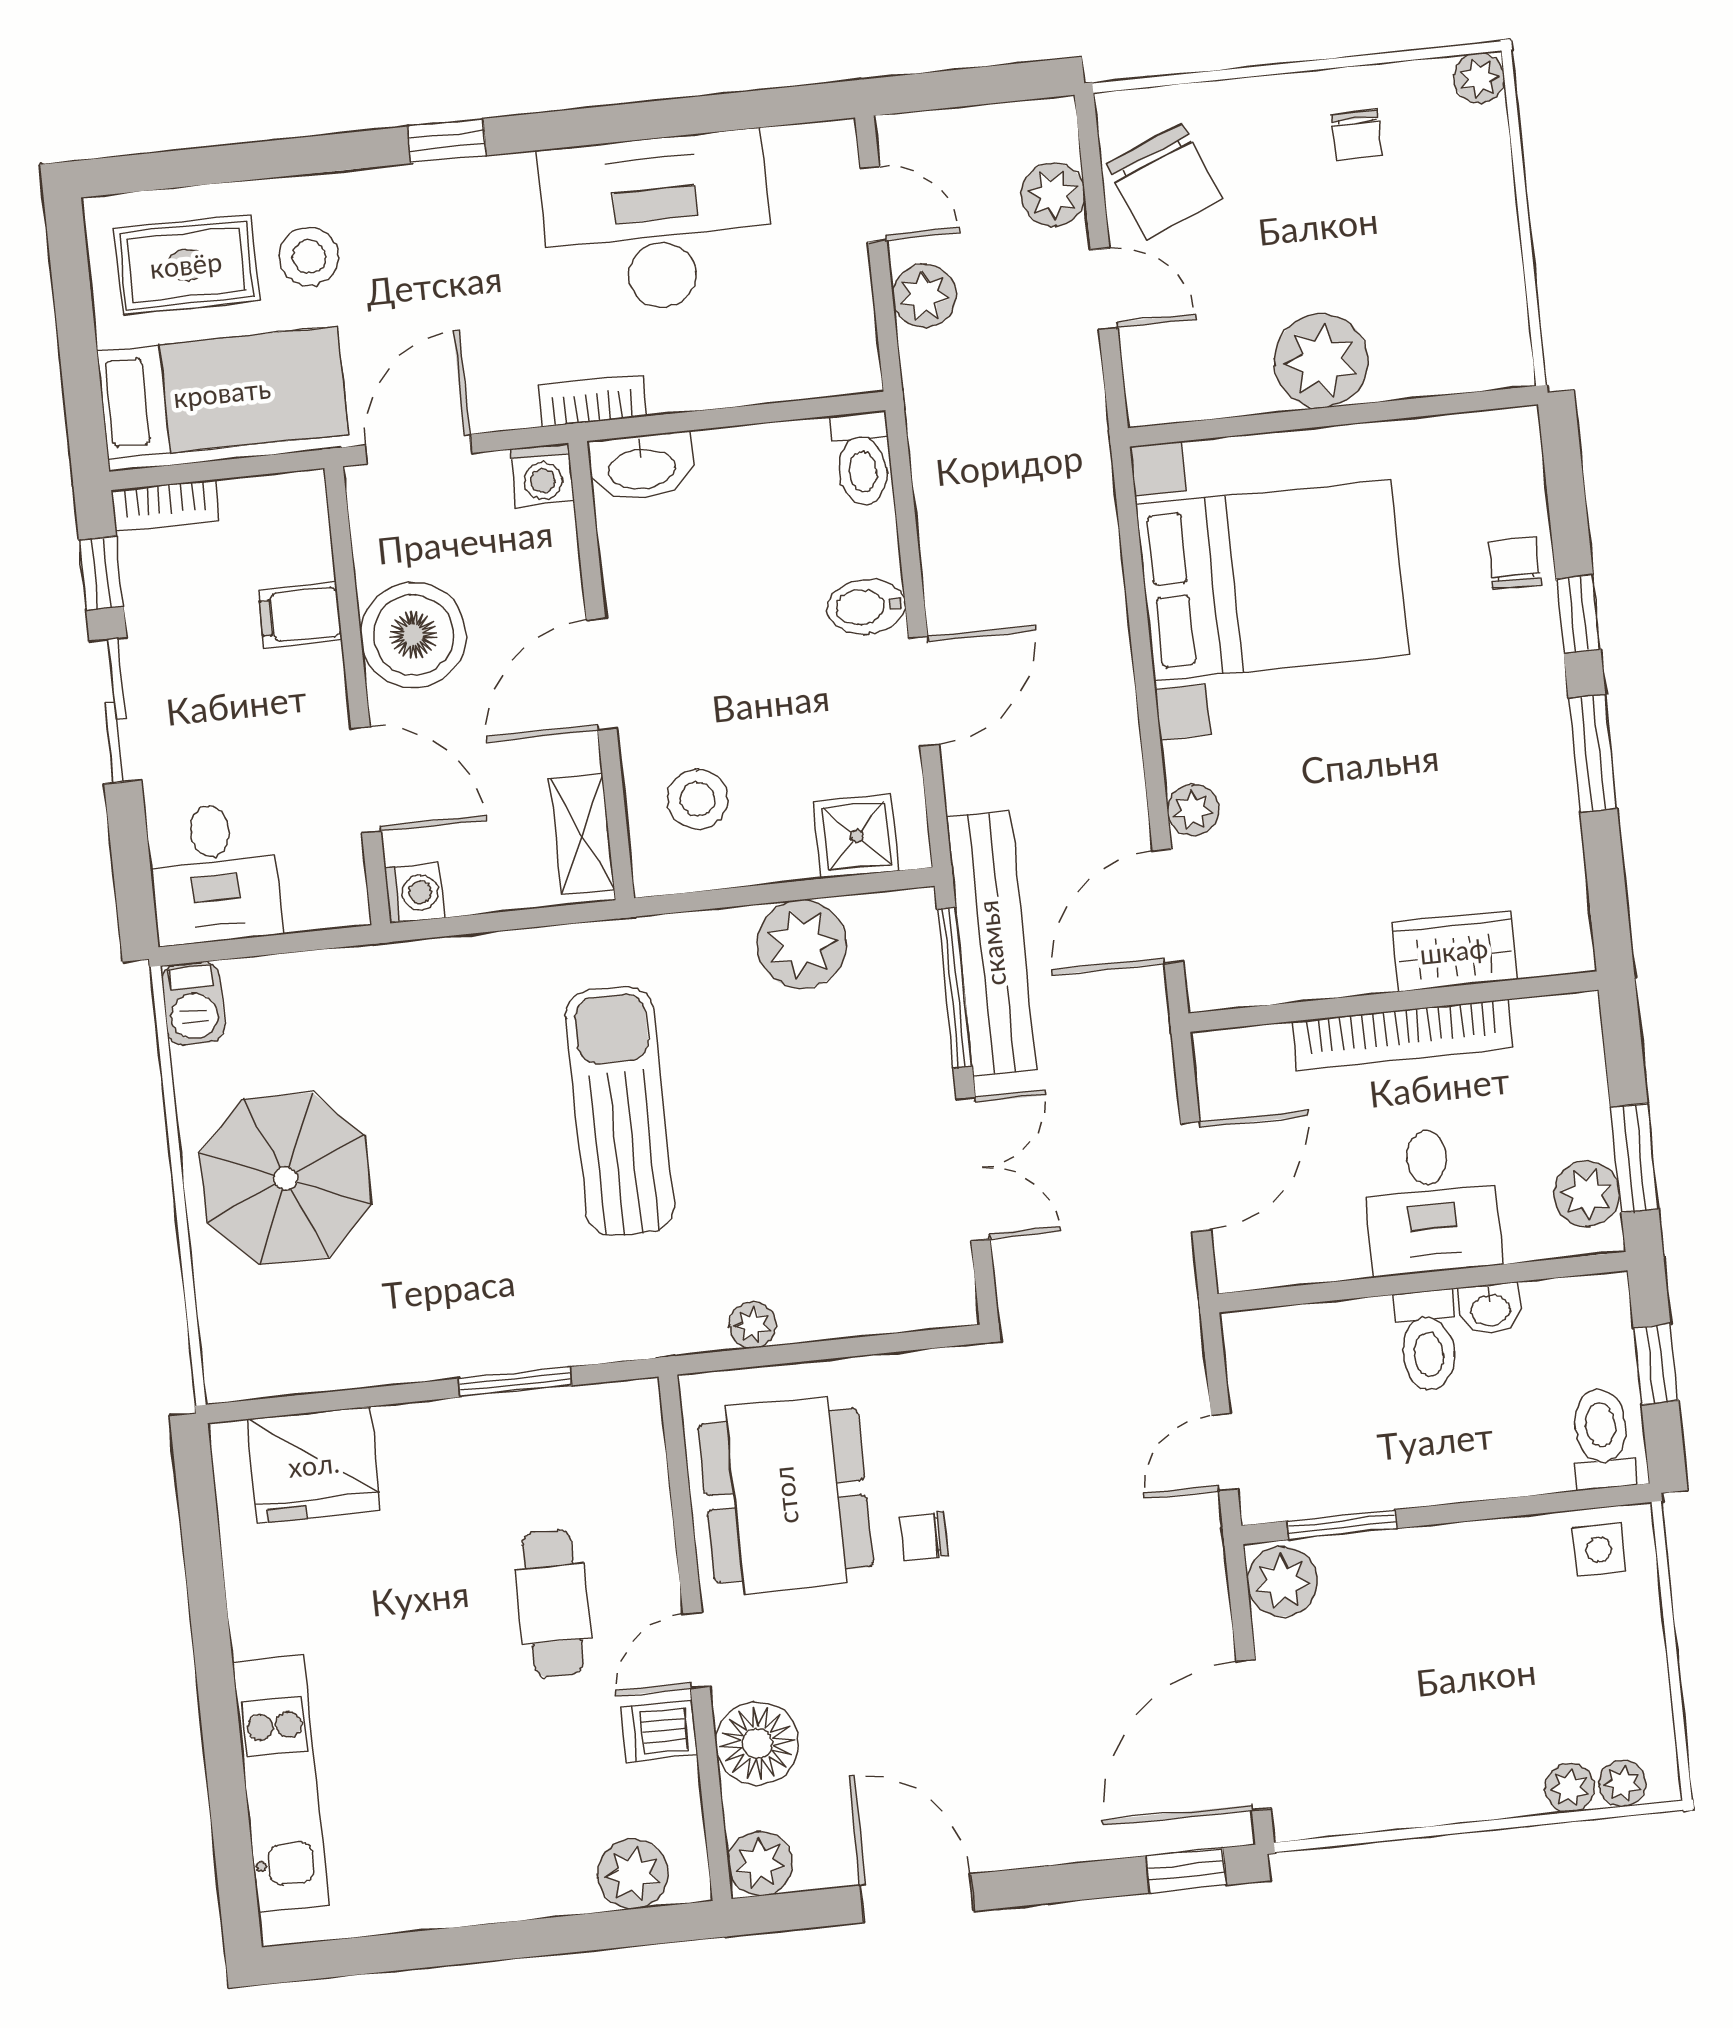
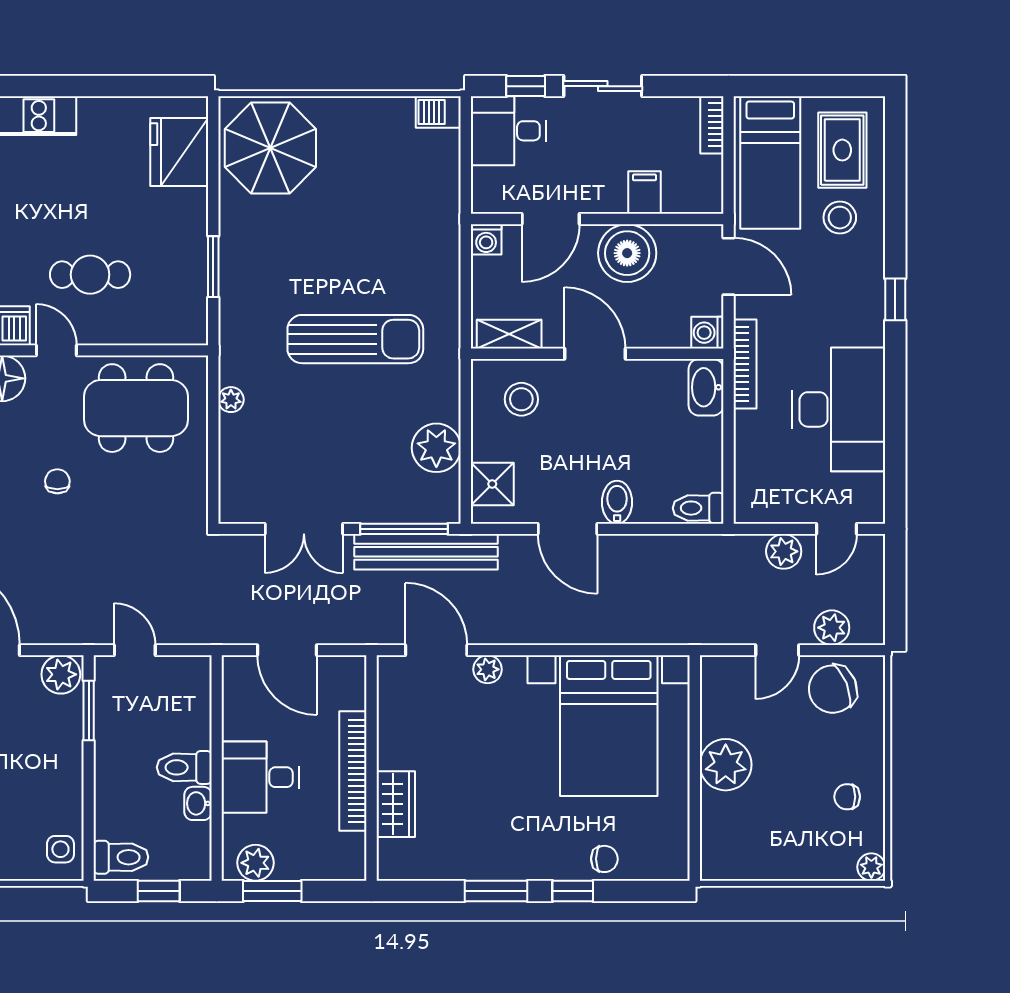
bookcase: (592, 401) -> (745, 364), width x1.56
window: (101, 573) -> (526, 86), moved
parasol: (286, 1178) -> (270, 148), moved
chair: (924, 1536) -> (57, 481), moved

